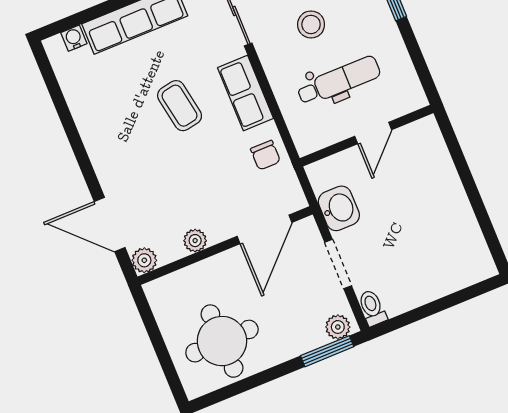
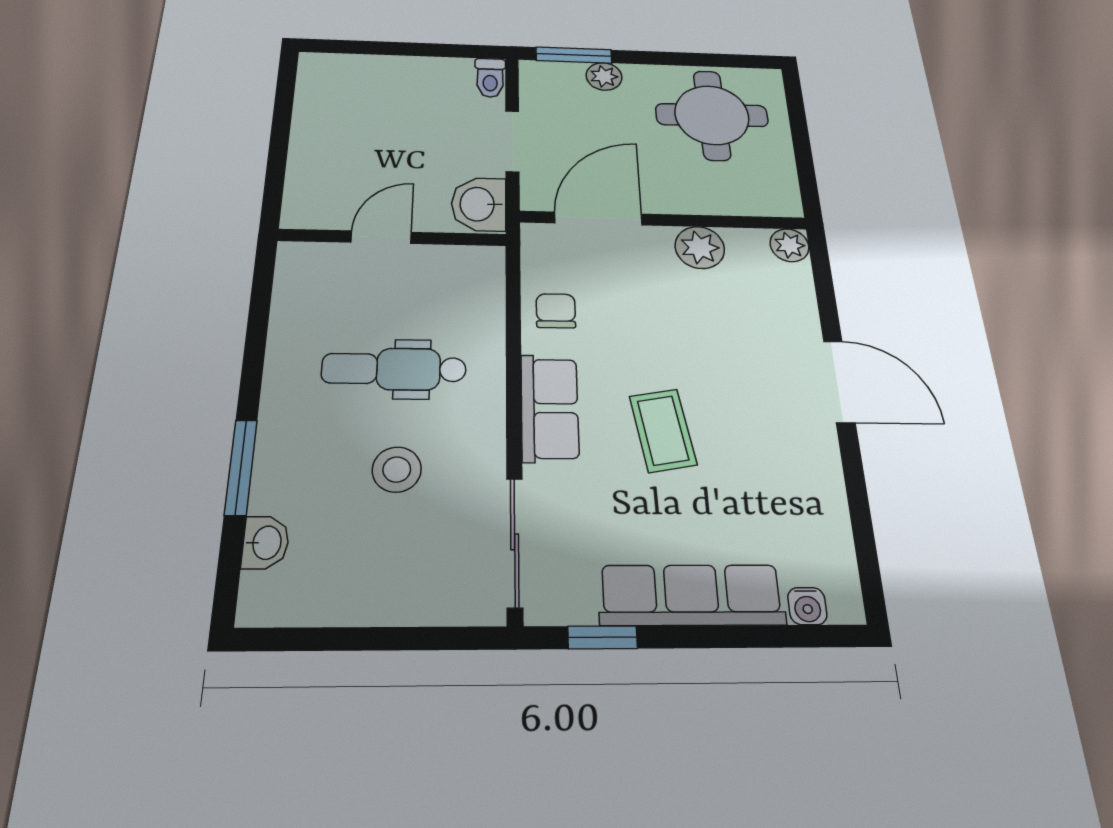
door: (373, 133) -> (381, 237), moved
wall: (367, 136) -> (393, 237), moved
door: (110, 225) -> (839, 381), moved
plant: (195, 241) -> (700, 248), width x1.38, depth x1.38
plant: (338, 327) -> (604, 76), moved

